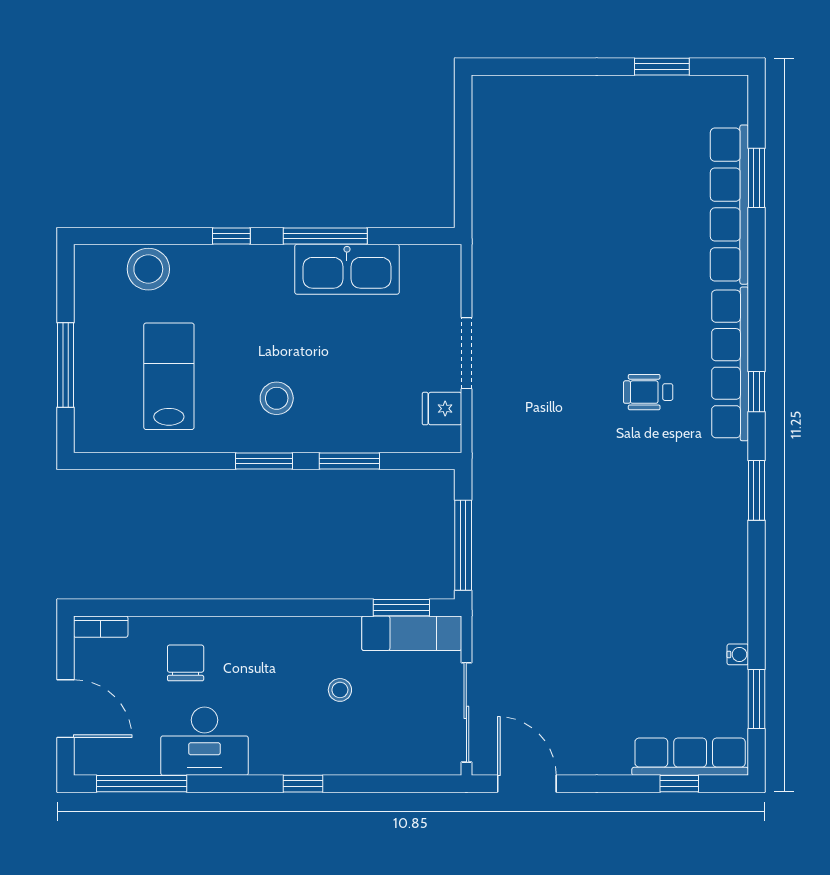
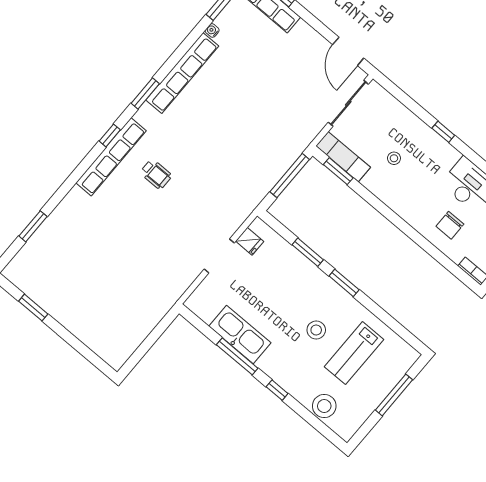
row of seats: (729, 205) -> (182, 73), moved
stool: (277, 398) -> (316, 330), moved

